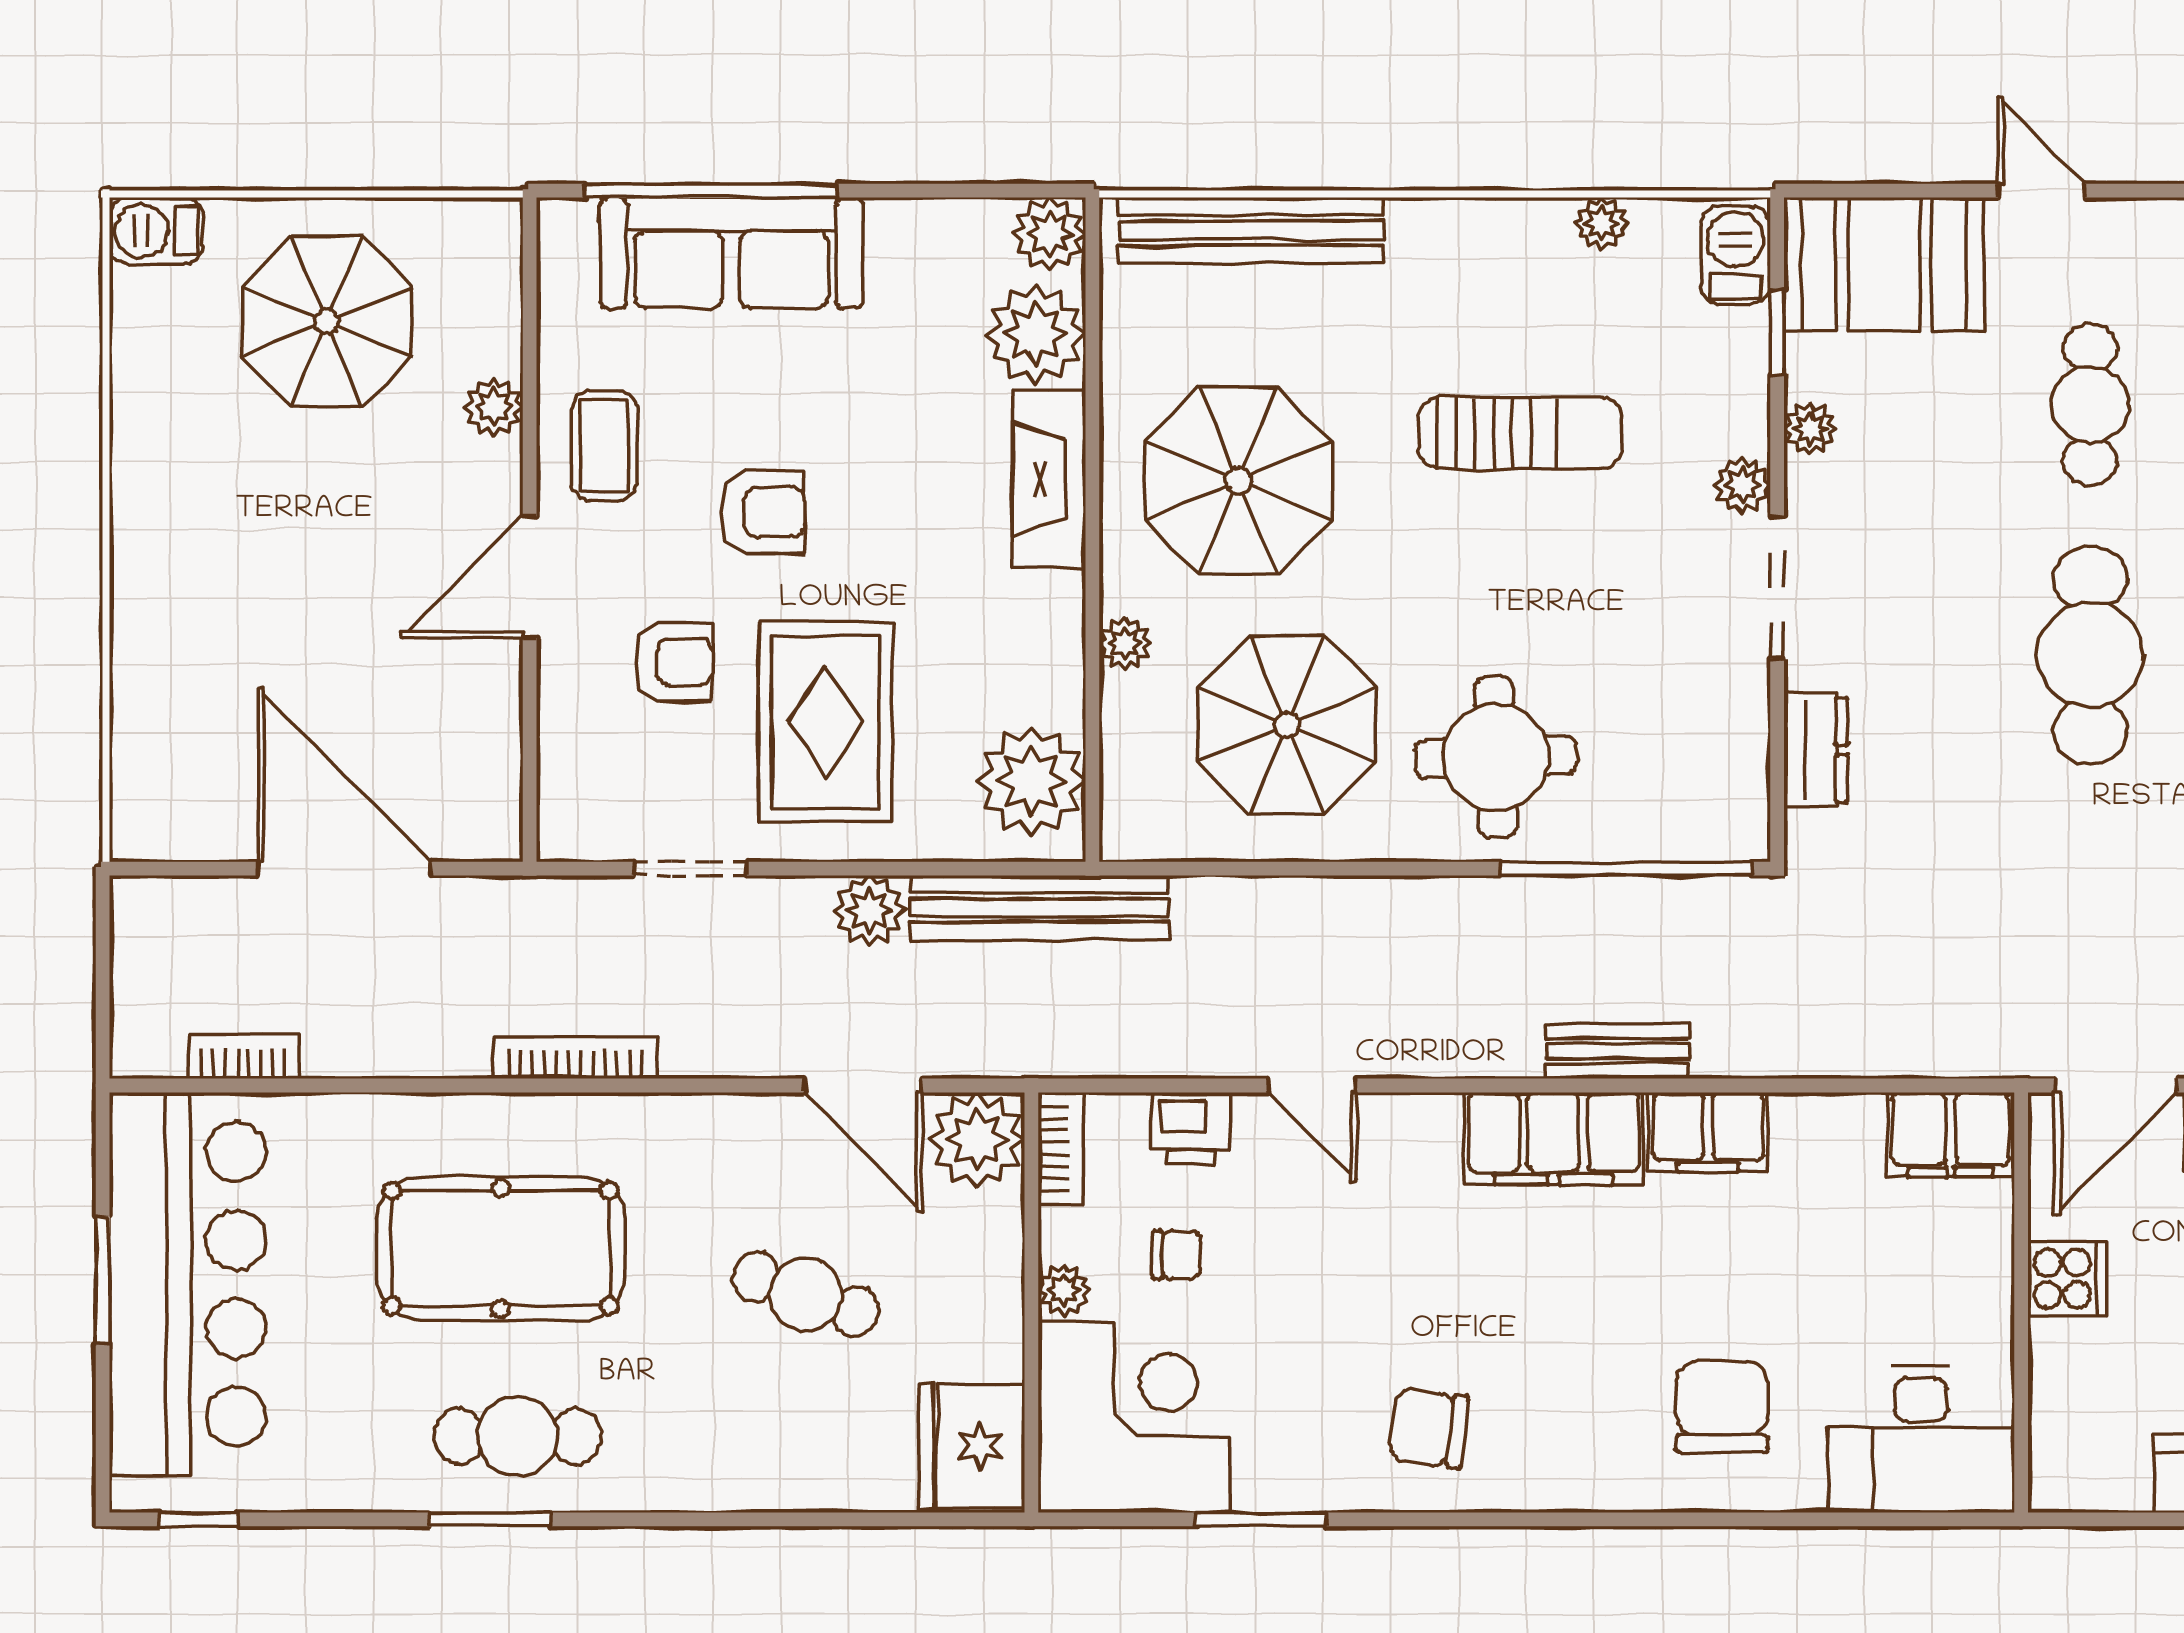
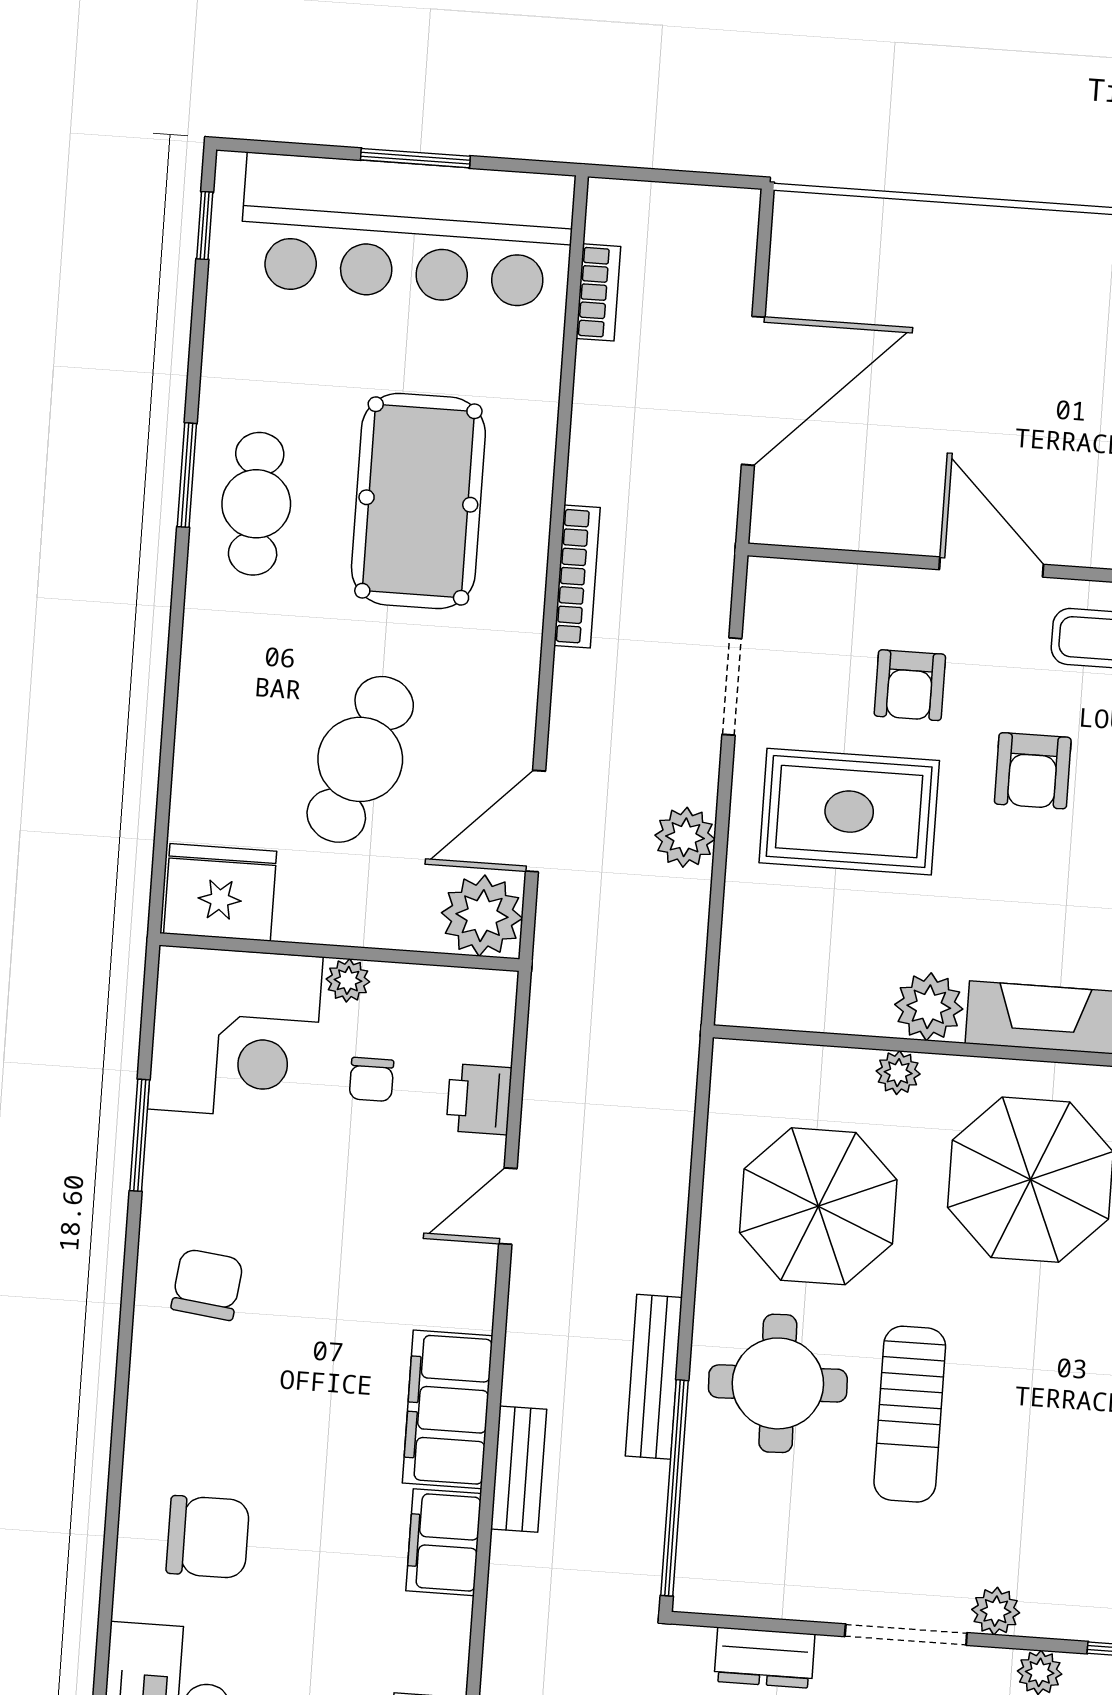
sun lounger: (1520, 433) -> (910, 1414), moved
plant: (1031, 781) -> (929, 1007), moved, width x0.73, depth x0.73
bench: (1039, 908) -> (654, 1377), moved, width x0.73, depth x0.82
bookcase: (1061, 1148) -> (470, 987), removed
cafe table: (806, 1294) -> (360, 759), width x1.37, depth x1.35

